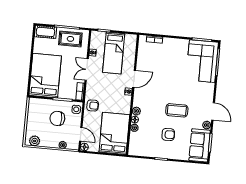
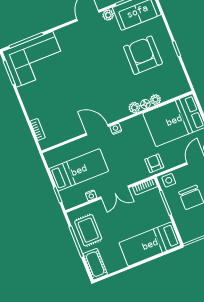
bed: (45, 76) -> (150, 244), width x0.67
coffee table: (177, 110) -> (109, 60), removed
armchair: (168, 135) -> (143, 55), width x1.88, depth x1.88

